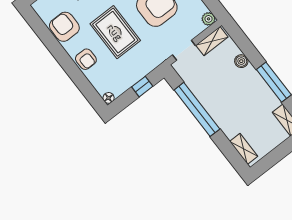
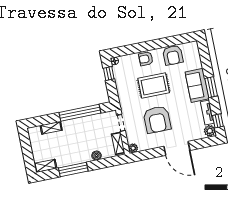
armchair: (64, 27) -> (173, 55), turned 90
window: (142, 87) -> (109, 74), moved
shelving: (244, 149) -> (51, 128), moved

